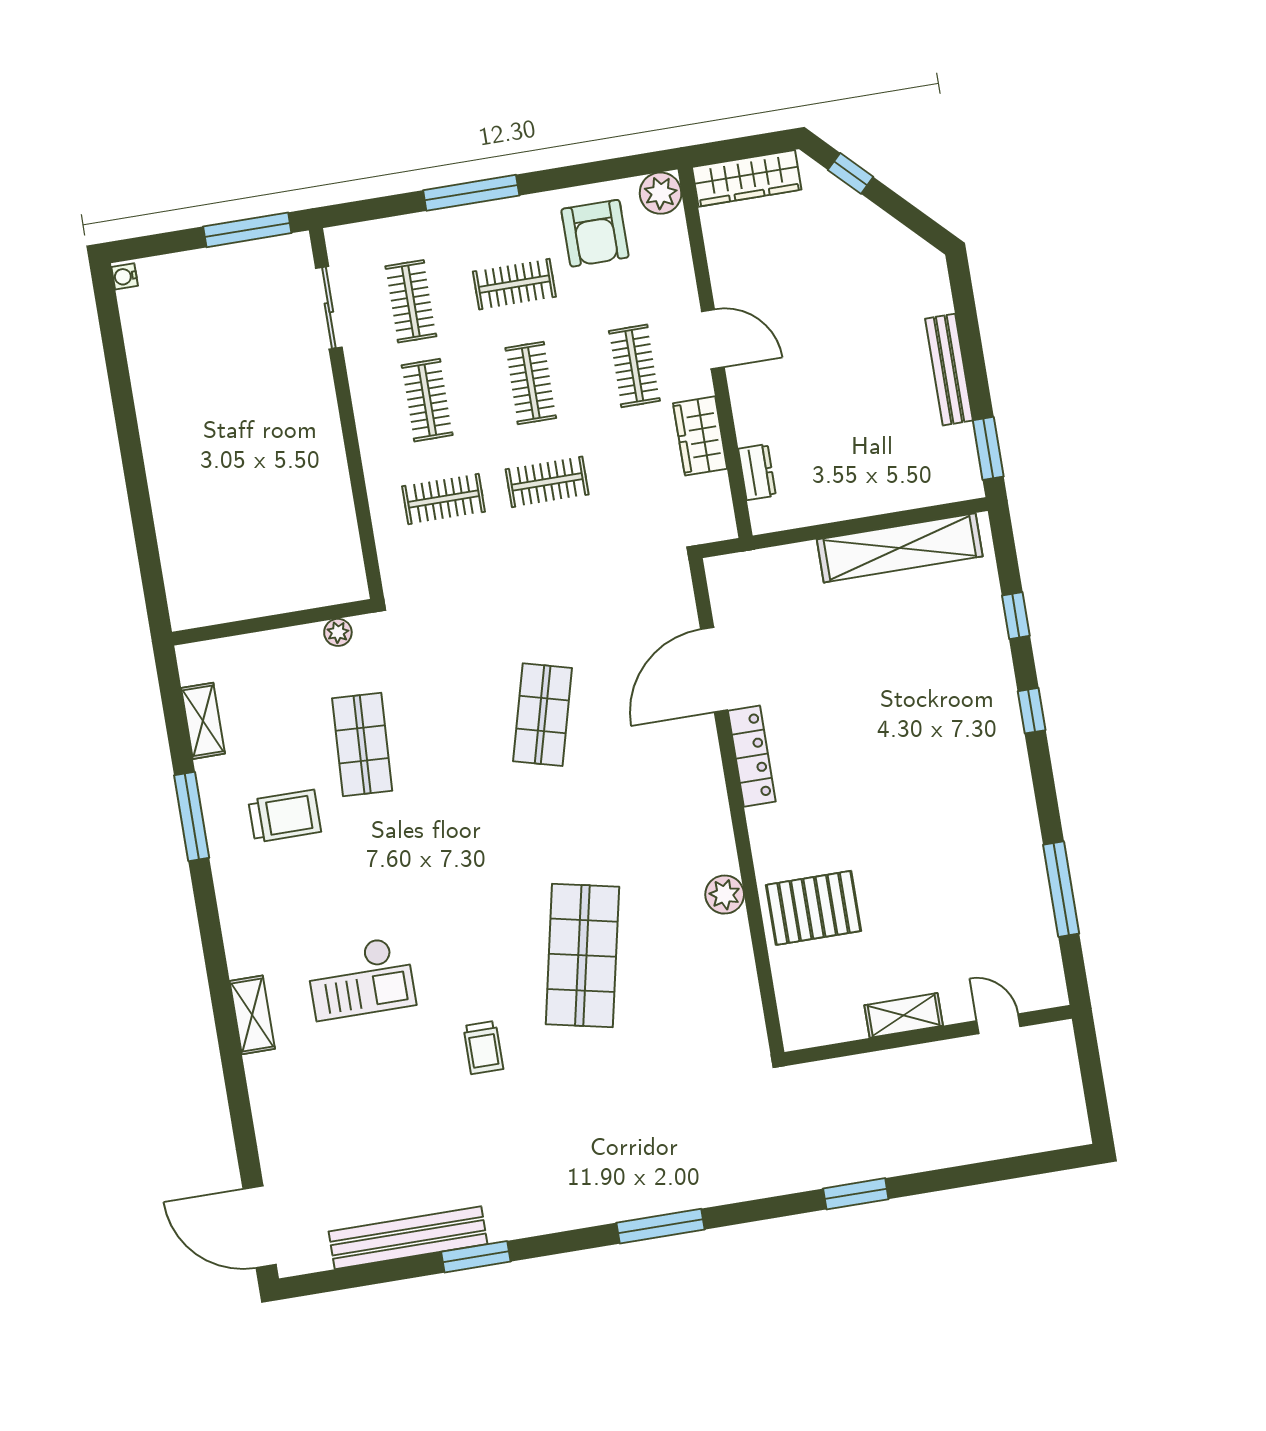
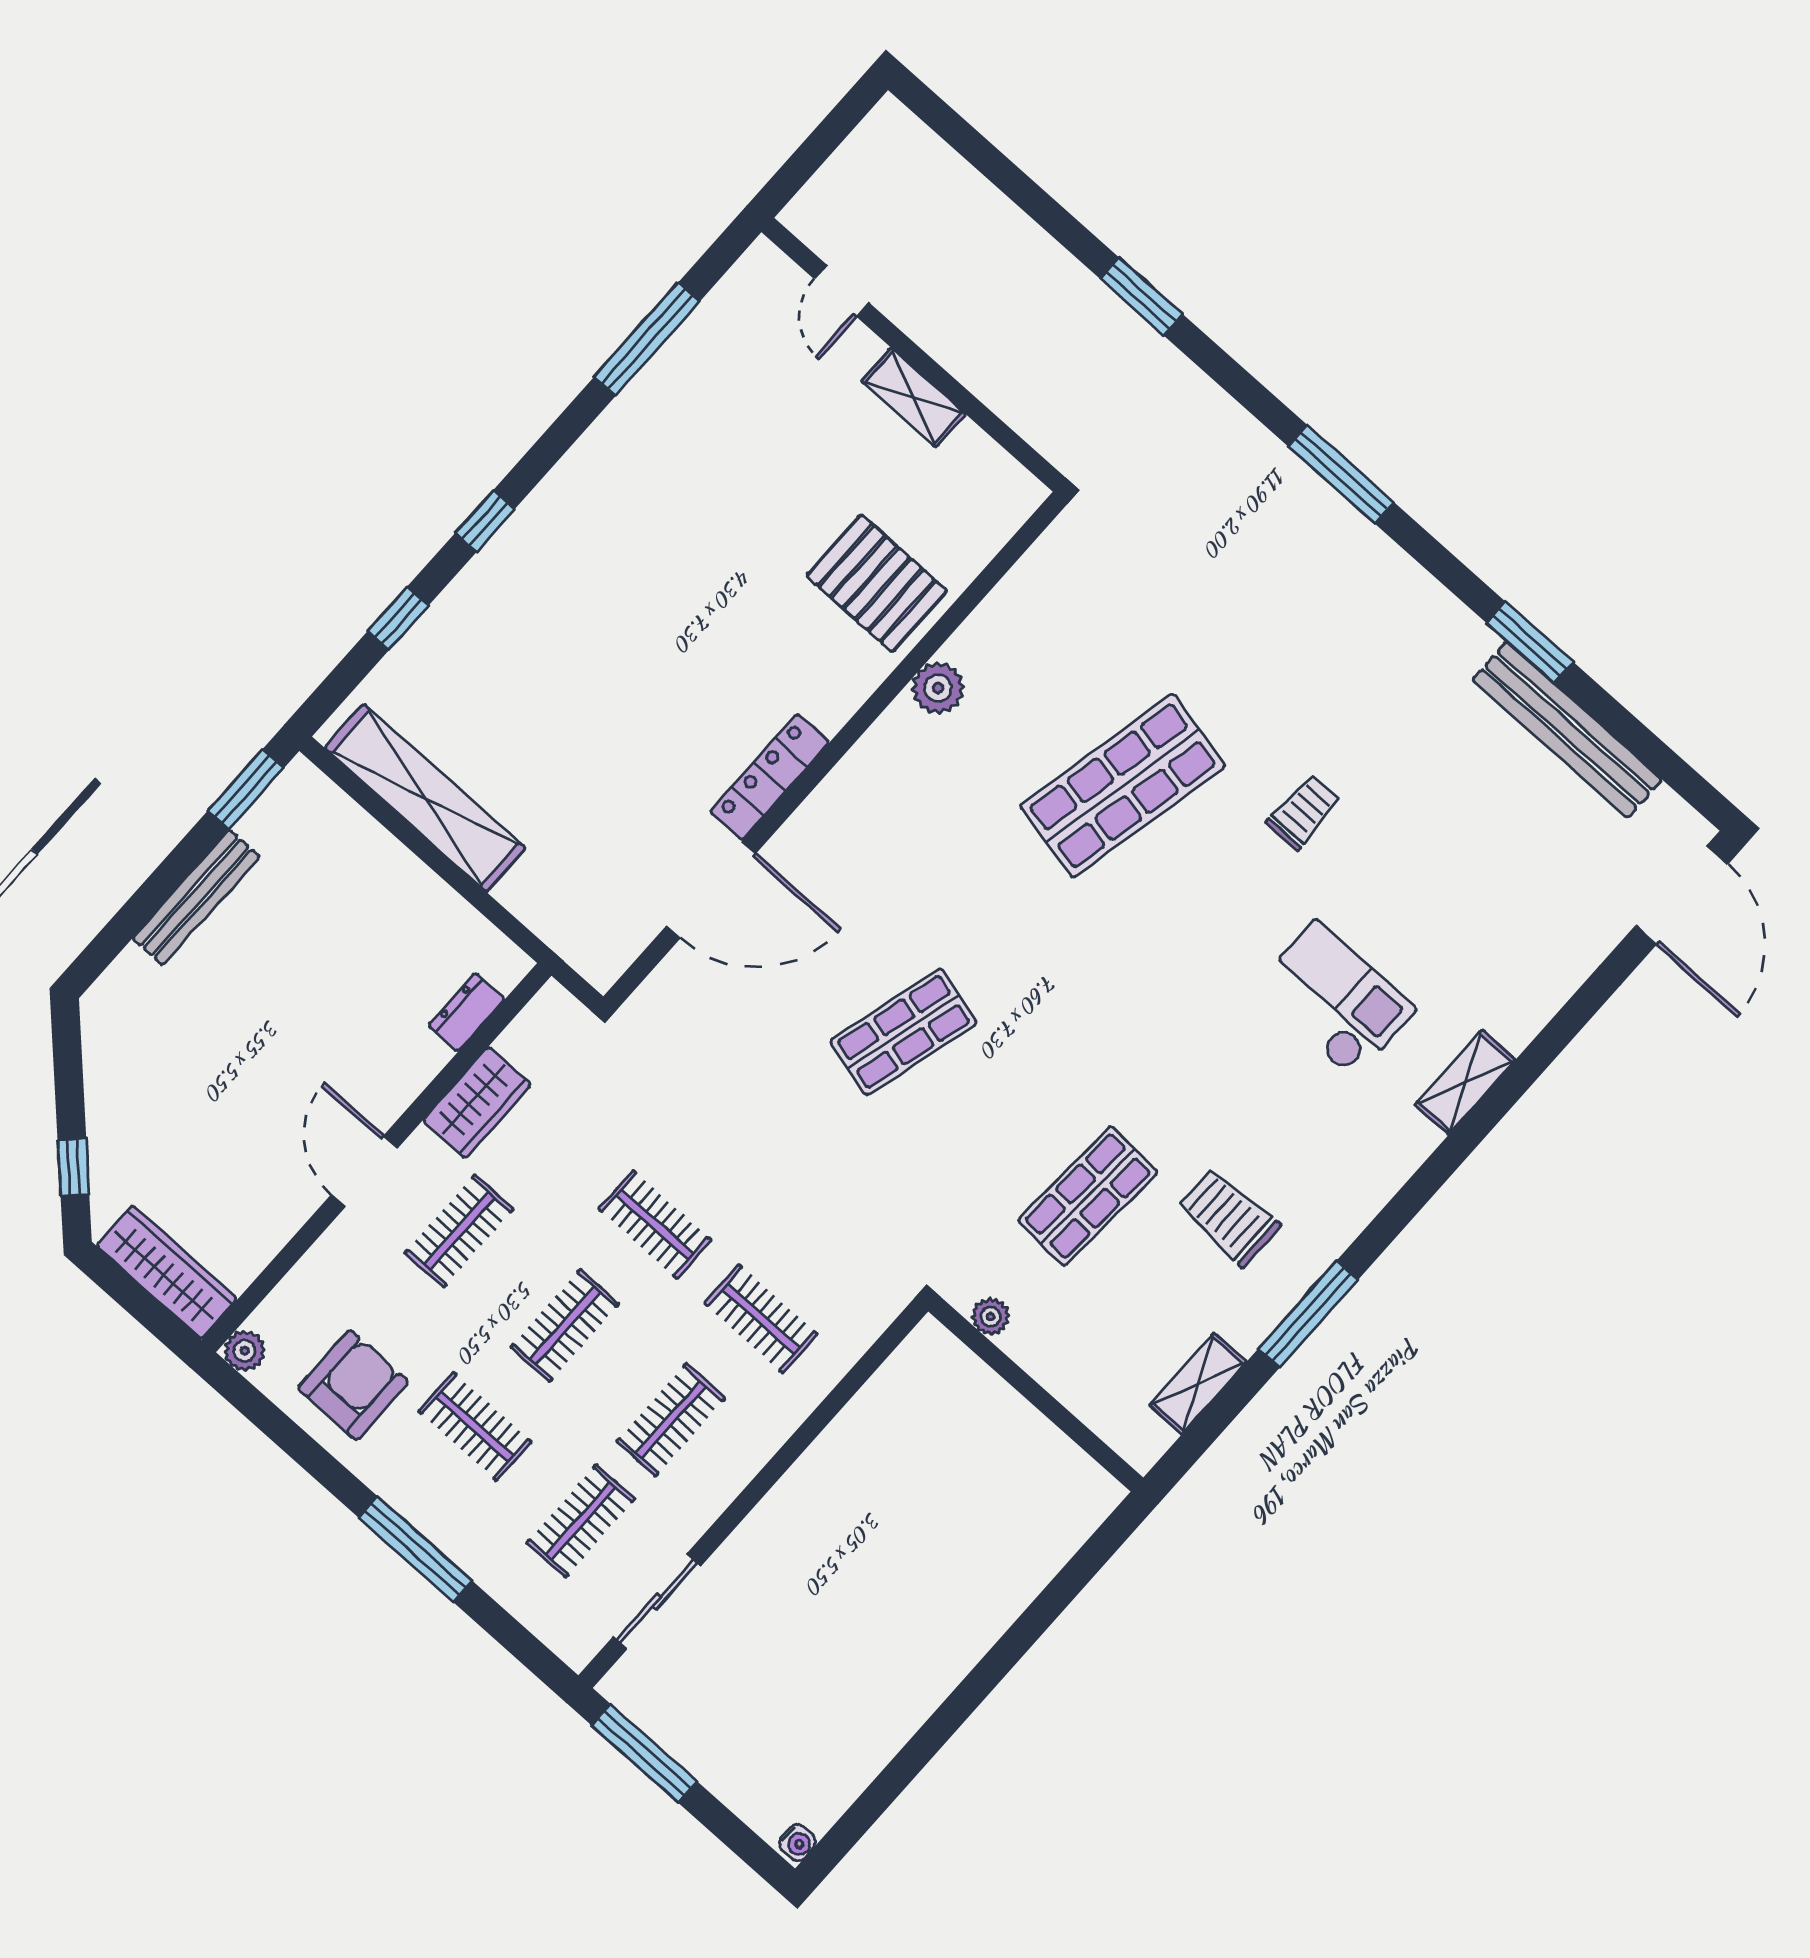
plant: (661, 193) -> (245, 1351), width x0.73, depth x0.73

